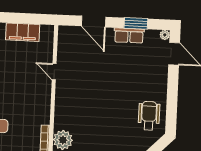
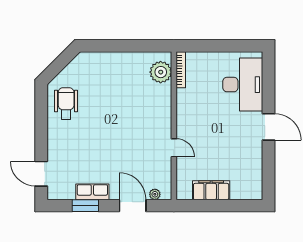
plant: (165, 35) -> (155, 194), moved
wheelchair: (149, 116) -> (66, 104), turned 180

